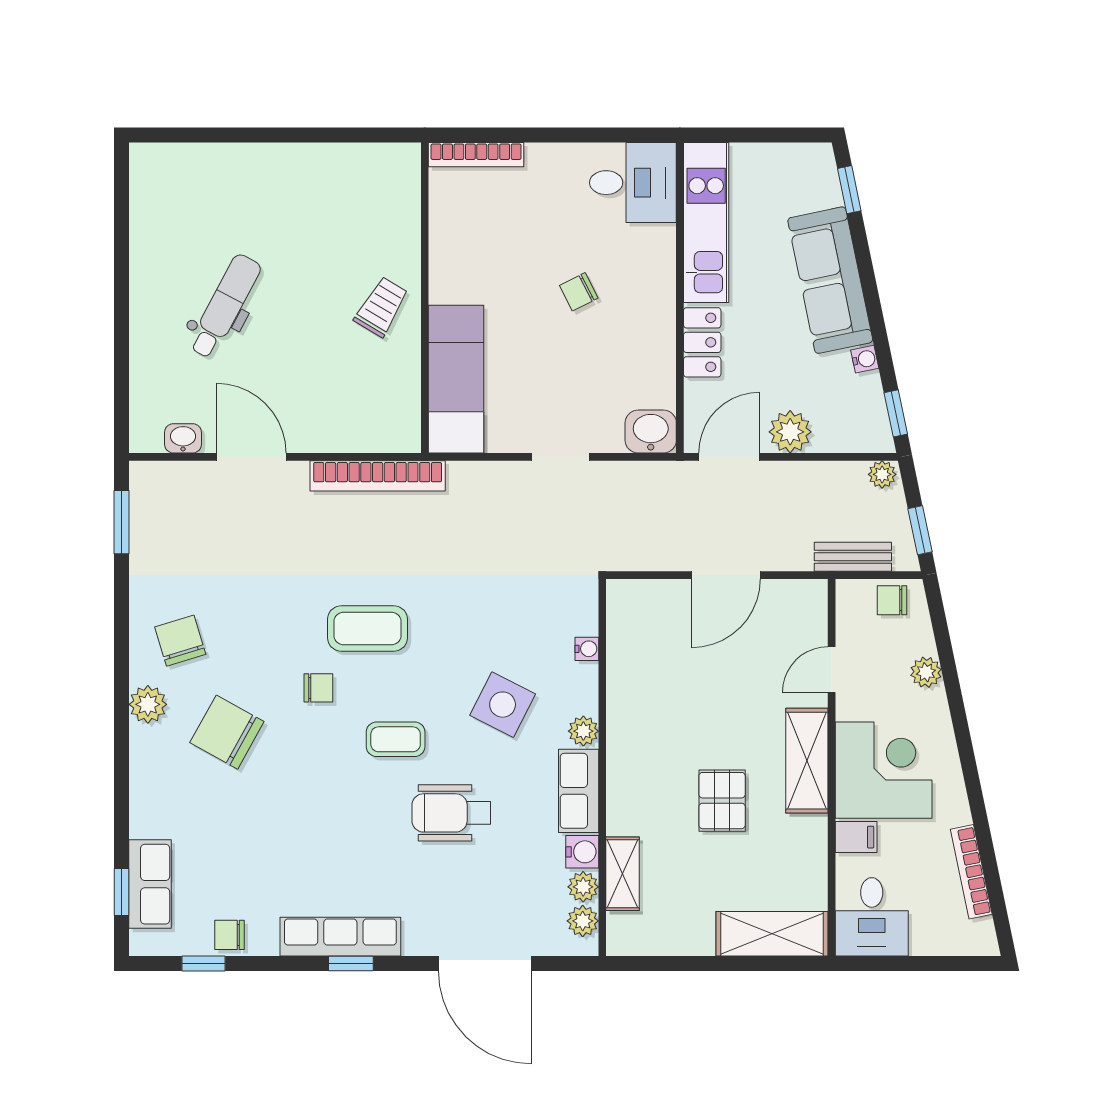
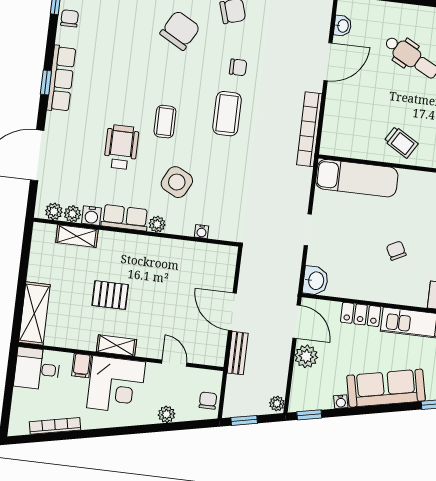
bench: (853, 557) -> (238, 353), moved
chair: (318, 688) -> (238, 67), moved, turned -90
shelving: (807, 761) -> (116, 346), width x0.67, depth x0.75

